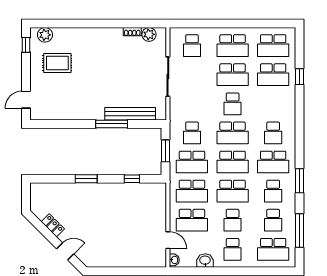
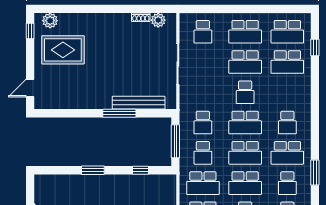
rug: (57, 63) -> (63, 50), width x1.36, depth x1.43
window: (300, 77) -> (315, 48), moved
window: (166, 151) -> (175, 141), width x1.44
school desk: (192, 162) -> (203, 153), width x0.54

